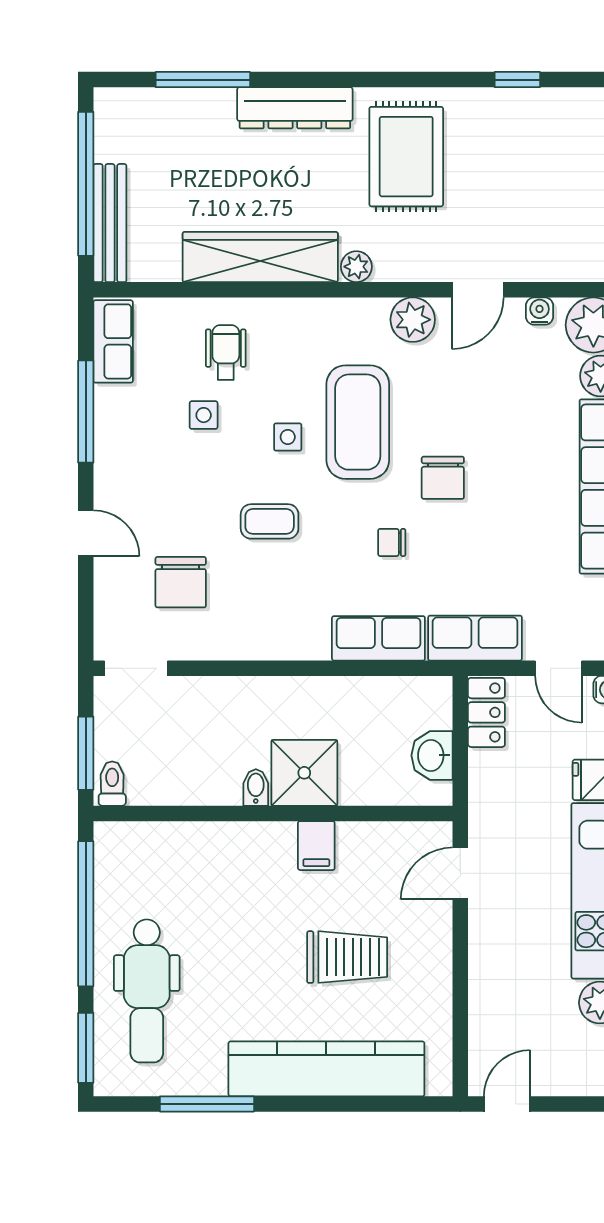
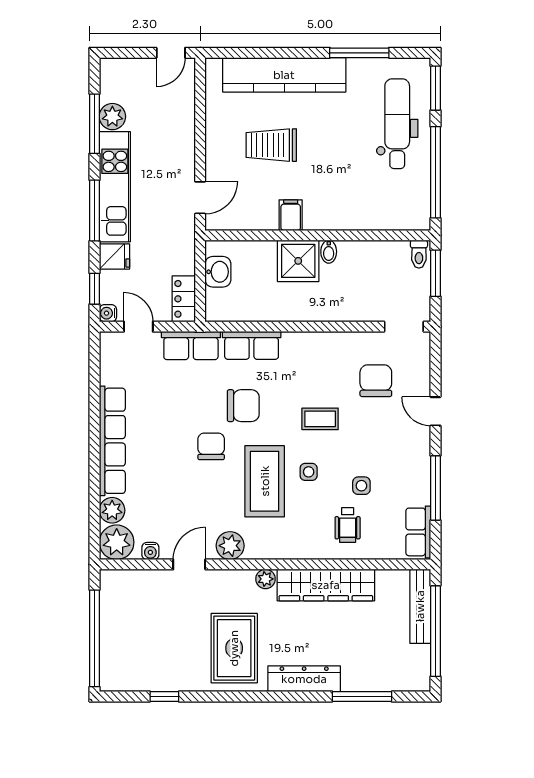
chair: (392, 542) -> (243, 406), width x1.87, depth x1.87

